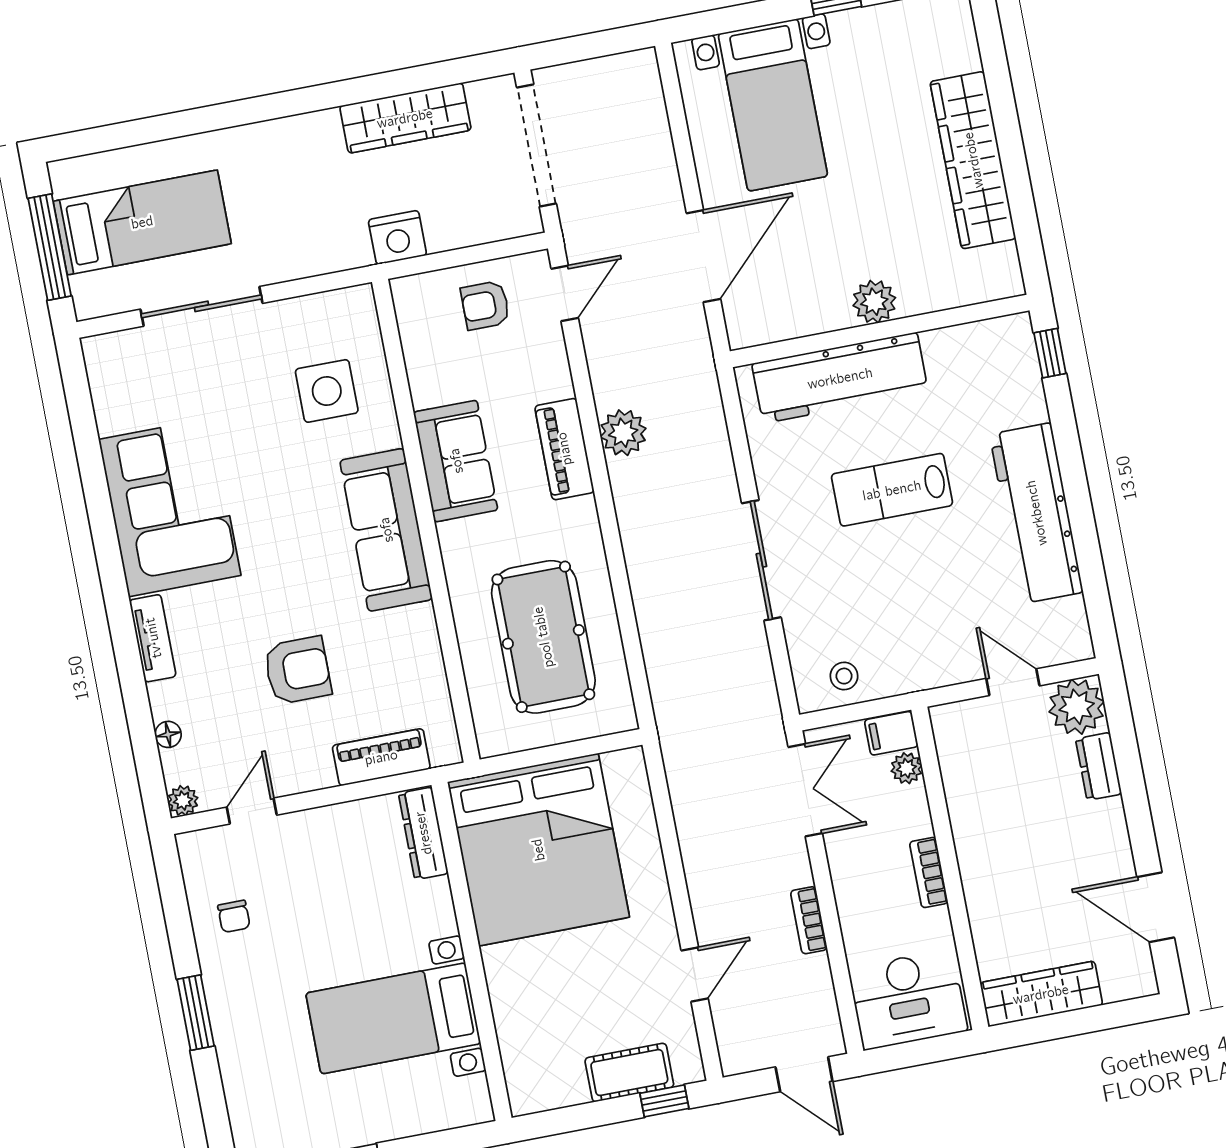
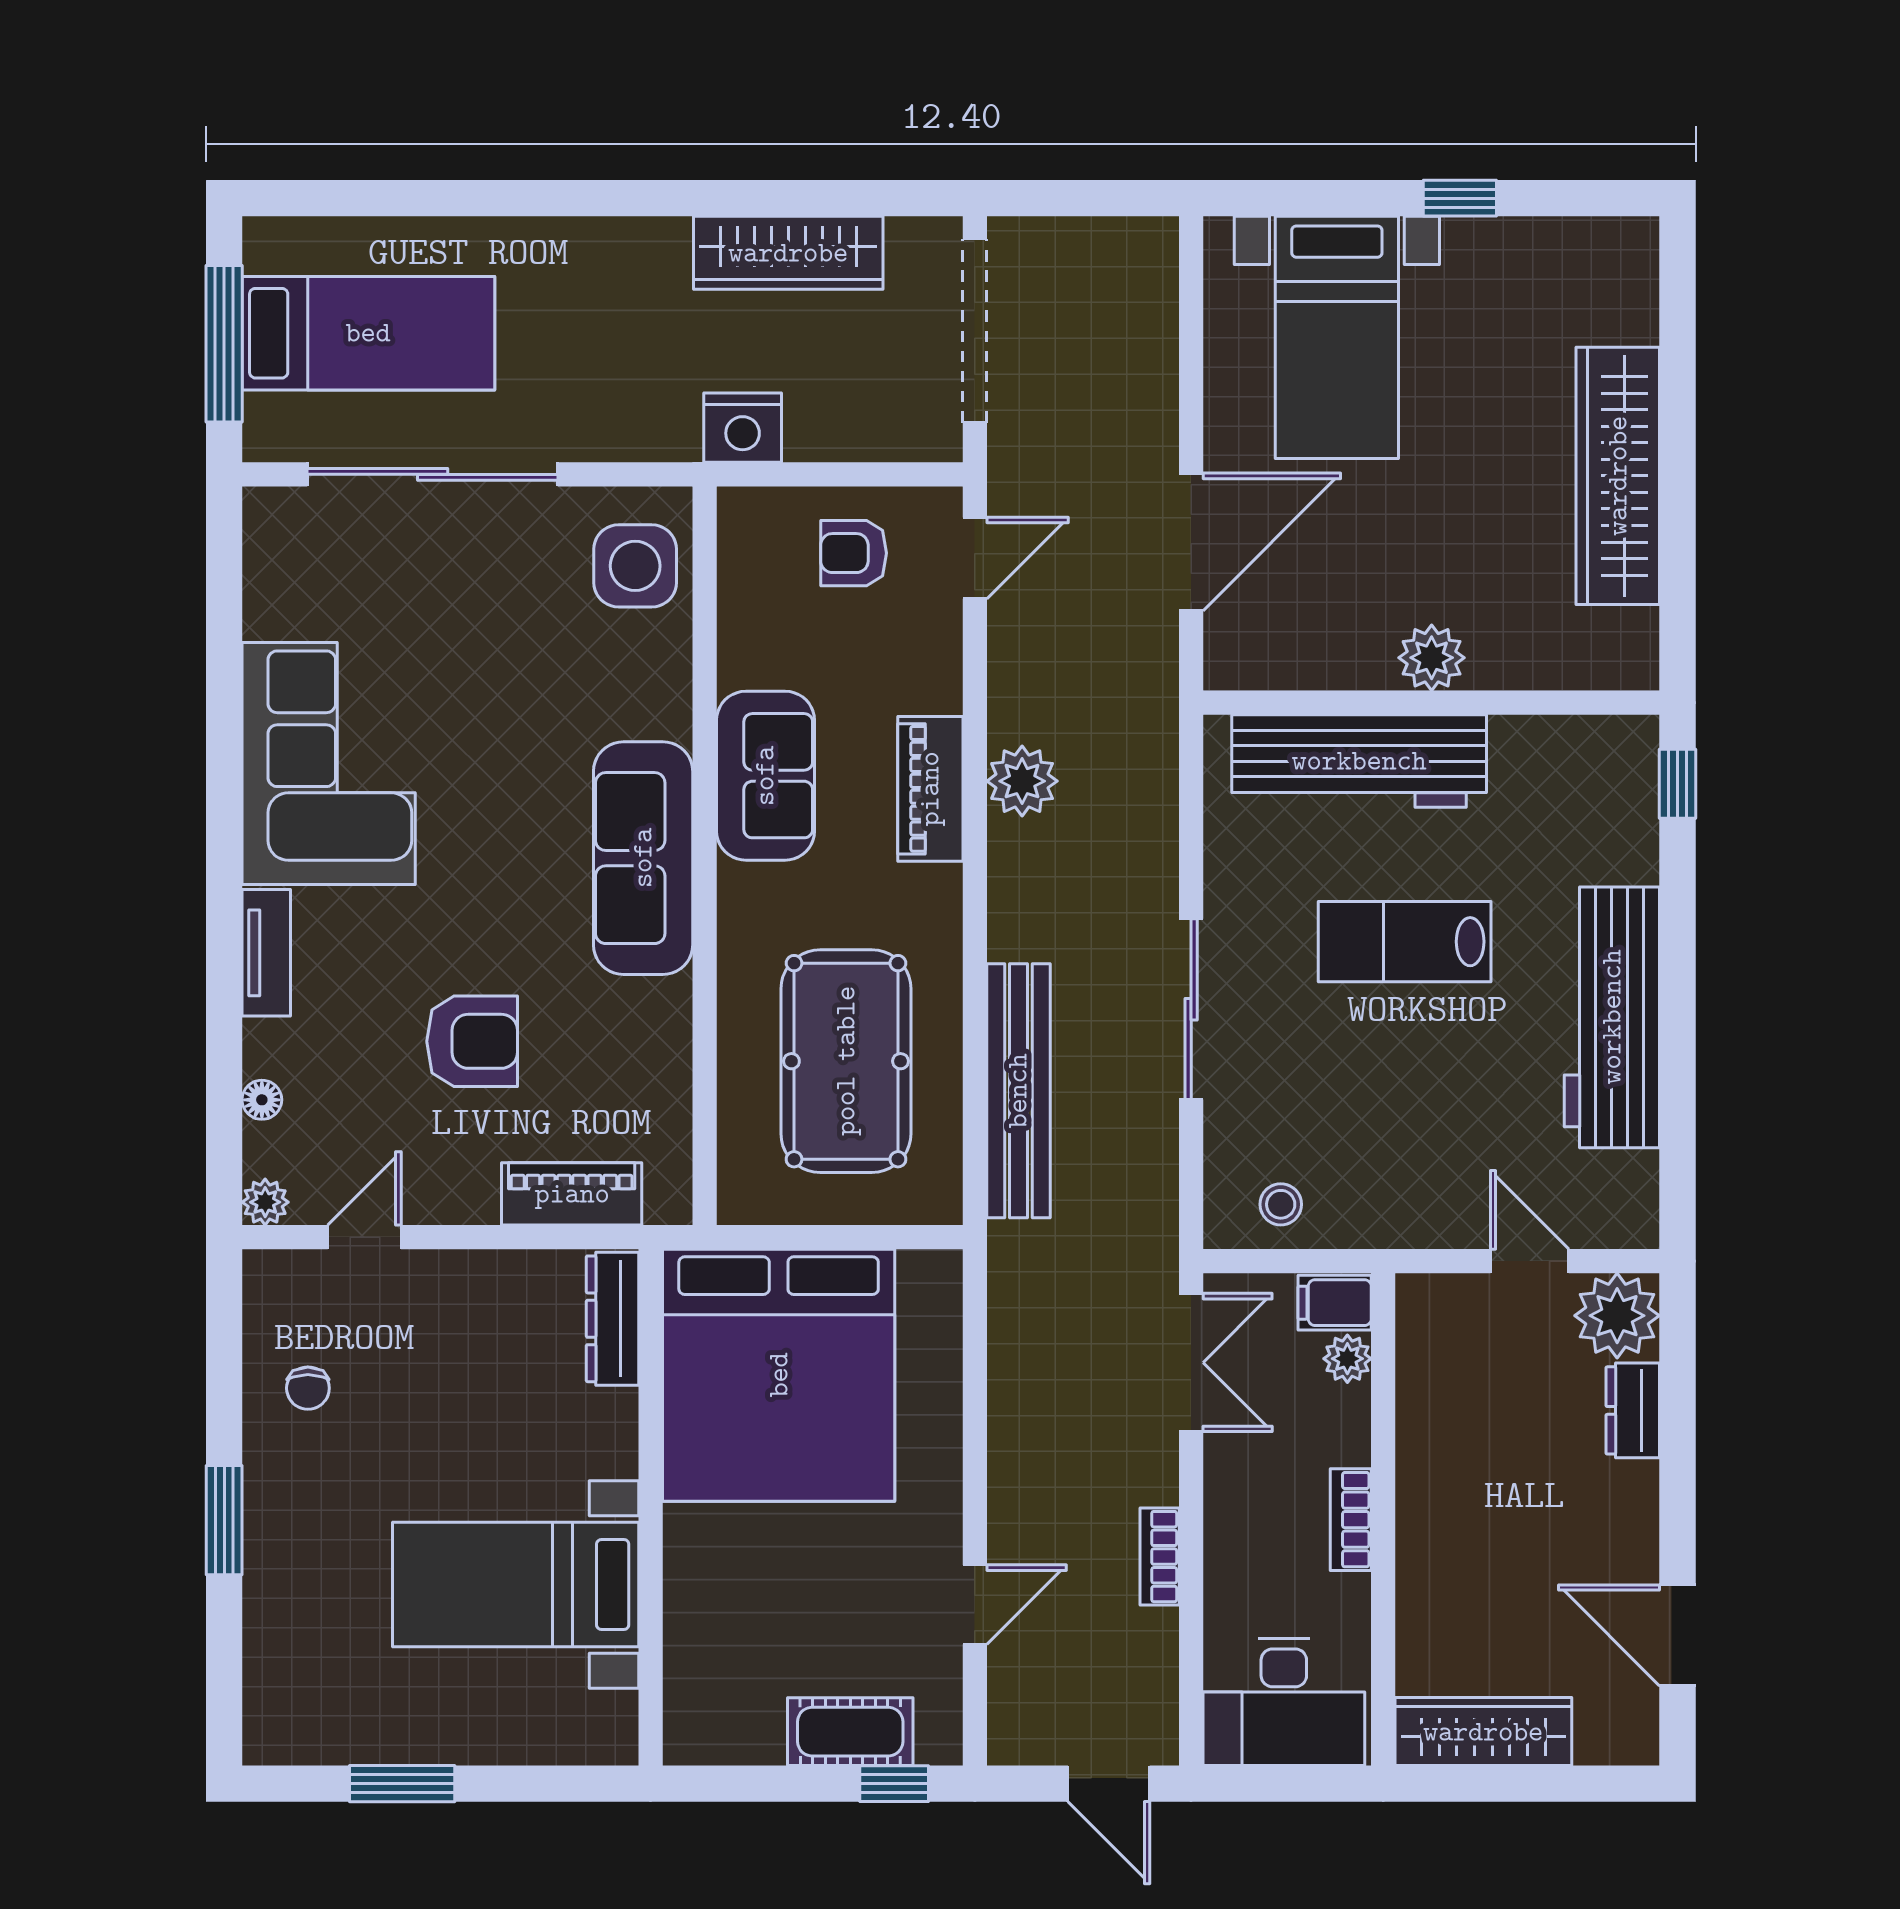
sliding door: (202, 306) -> (433, 474), width x1.36
side table: (327, 391) -> (635, 566), moved
bench: (659, 635) -> (1018, 1091), added

